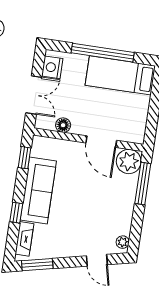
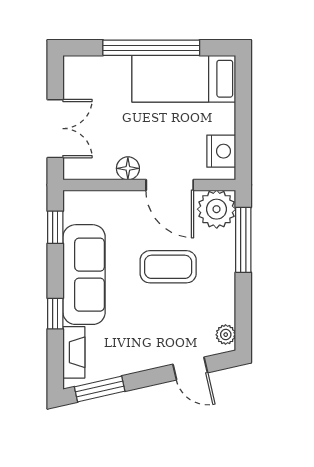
nightstand: (52, 67) -> (221, 151), moved, turned 180
floor lamp: (63, 125) -> (128, 168), moved
coffee table: (92, 194) -> (168, 267), added

